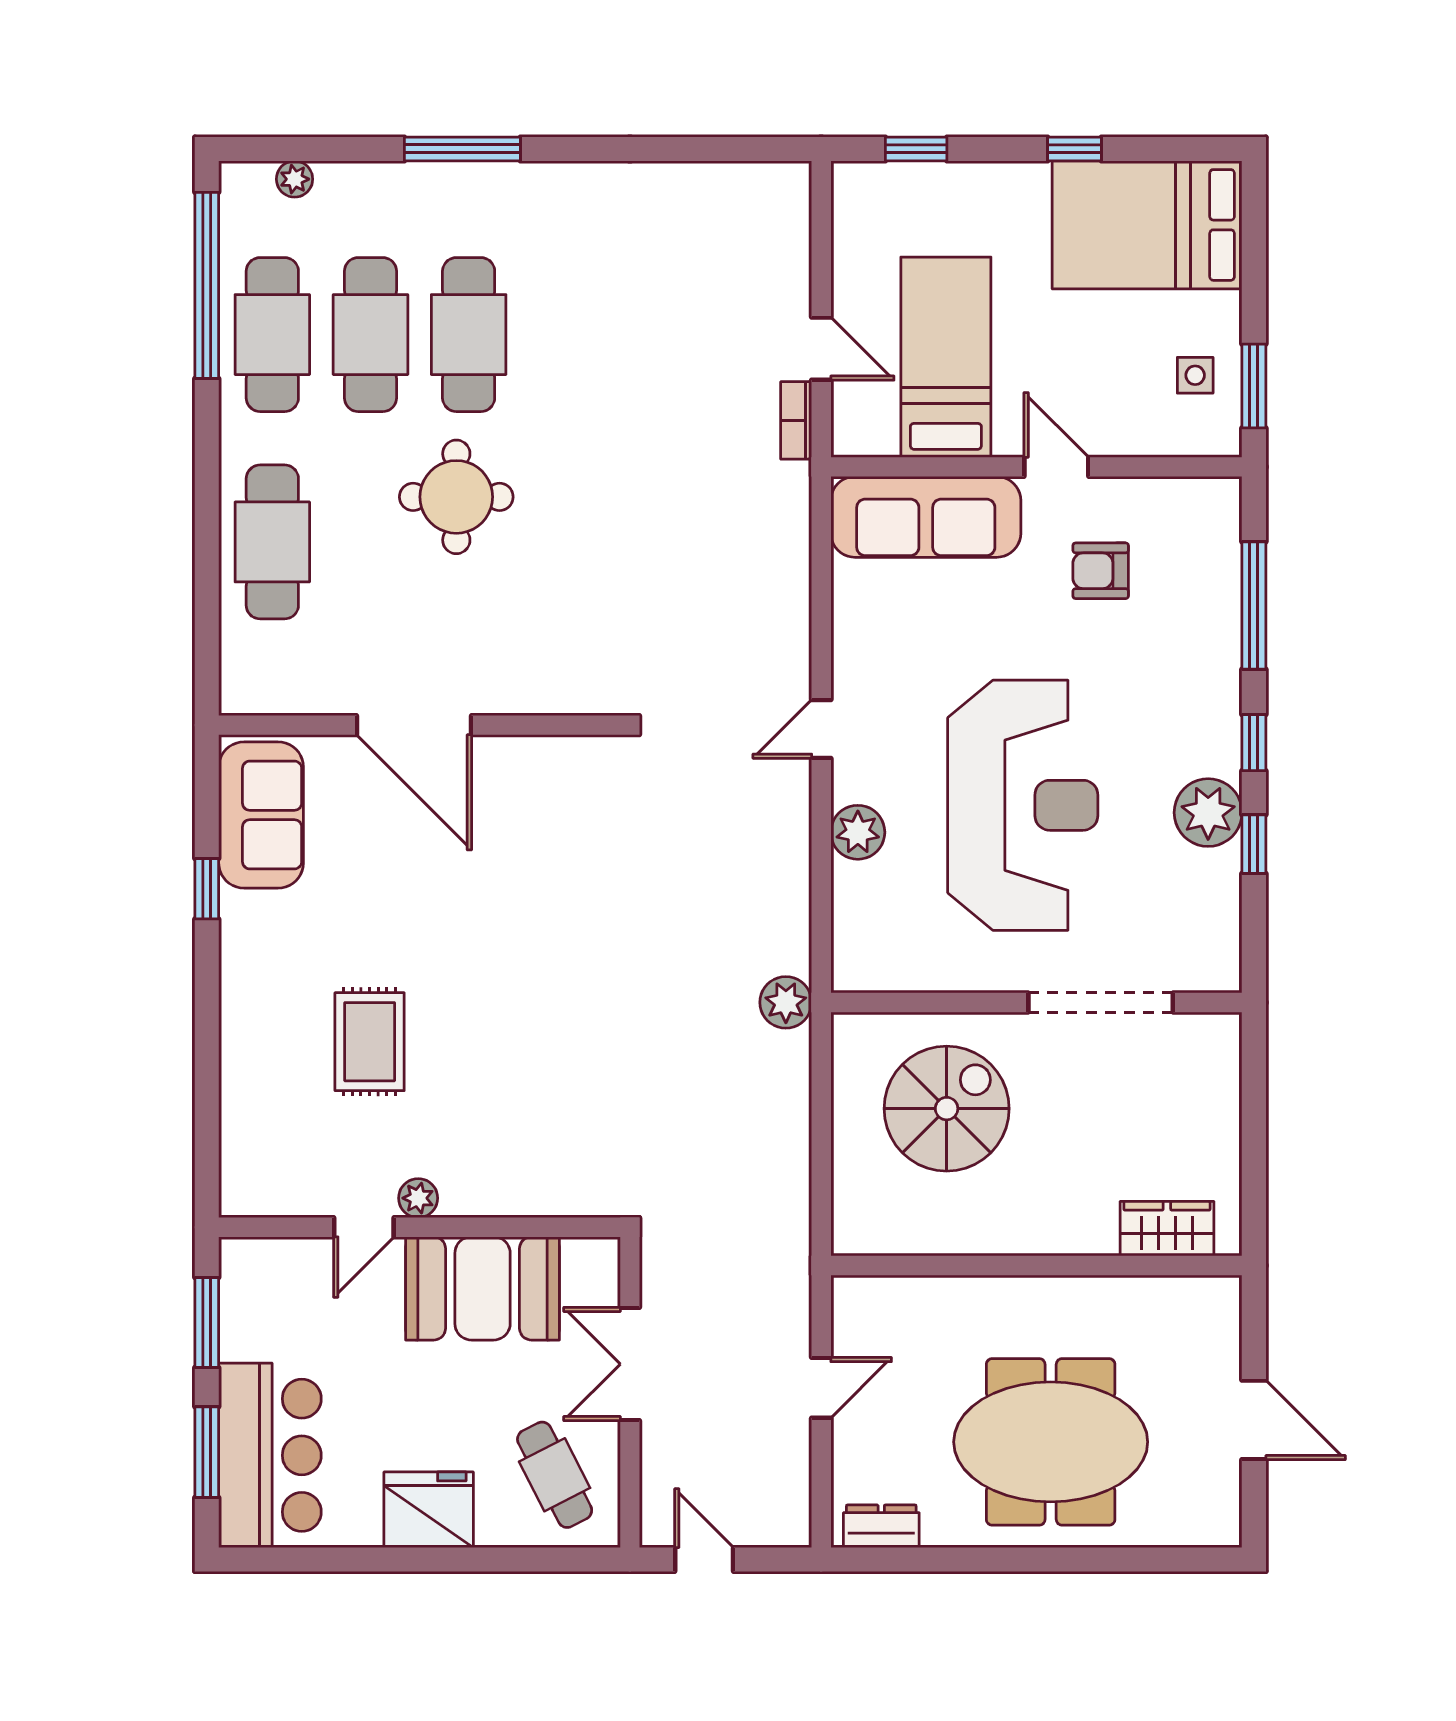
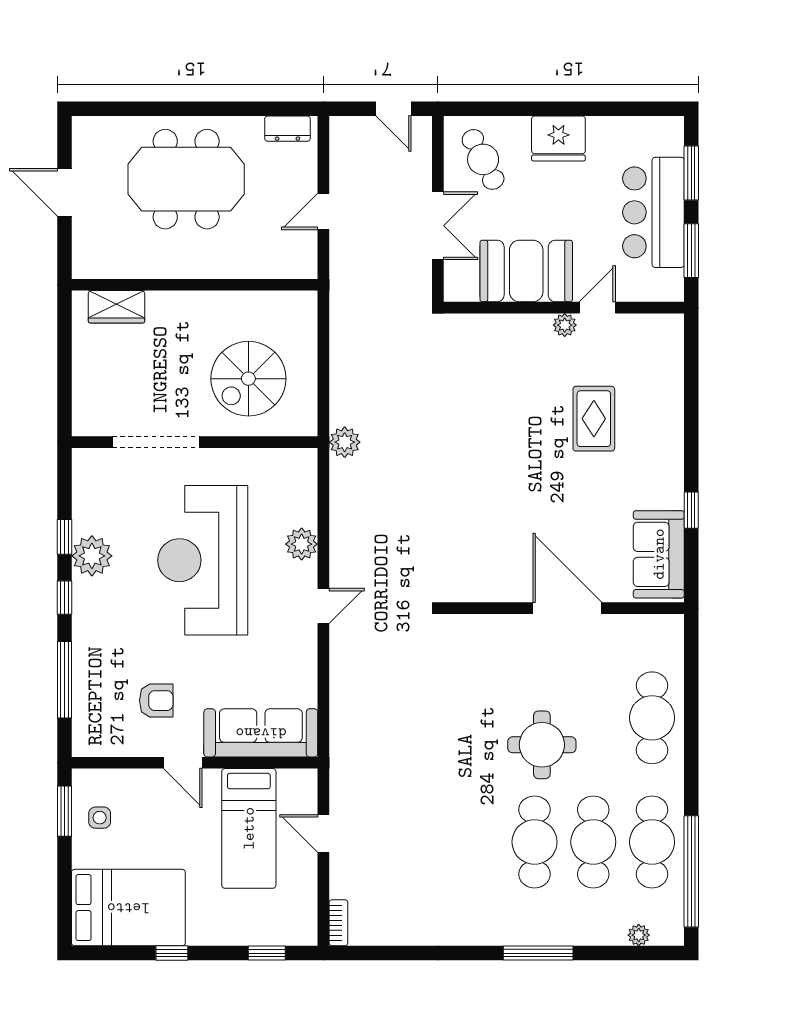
bookcase: (796, 420) -> (338, 923), moved
bar counter: (270, 1455) -> (653, 212), moved

